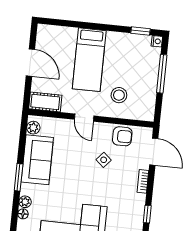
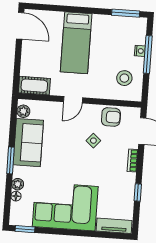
window: (141, 31) -> (126, 13), width x1.50
nightstand: (157, 41) -> (140, 51), moved
door: (30, 63) -> (20, 26), moved
stool: (119, 95) -> (124, 78), moved
door: (84, 118) -> (73, 100), hinge flipped

